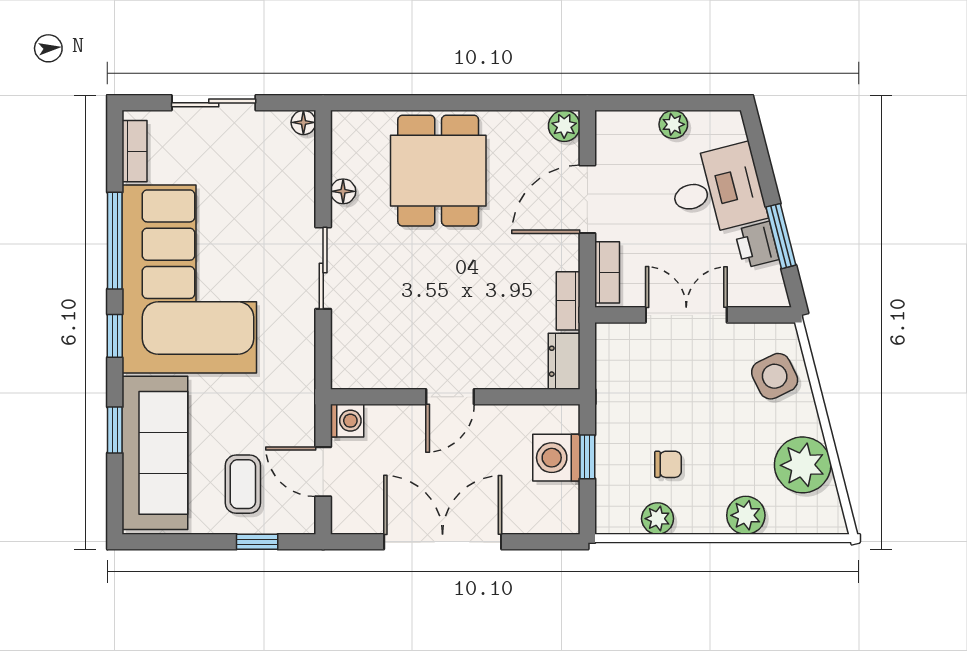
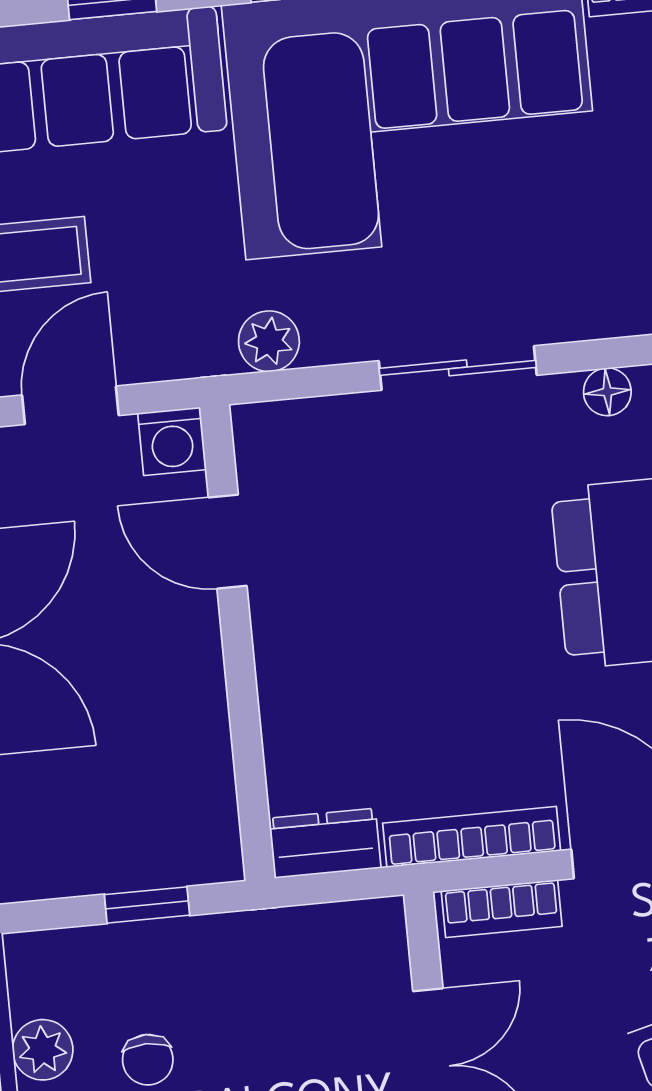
bookcase: (568, 301) -> (472, 837), width x1.56
plant: (300, 365) -> (269, 341), added
door: (450, 397) -> (228, 542), moved
washing machine: (556, 458) -> (140, 846), removed

